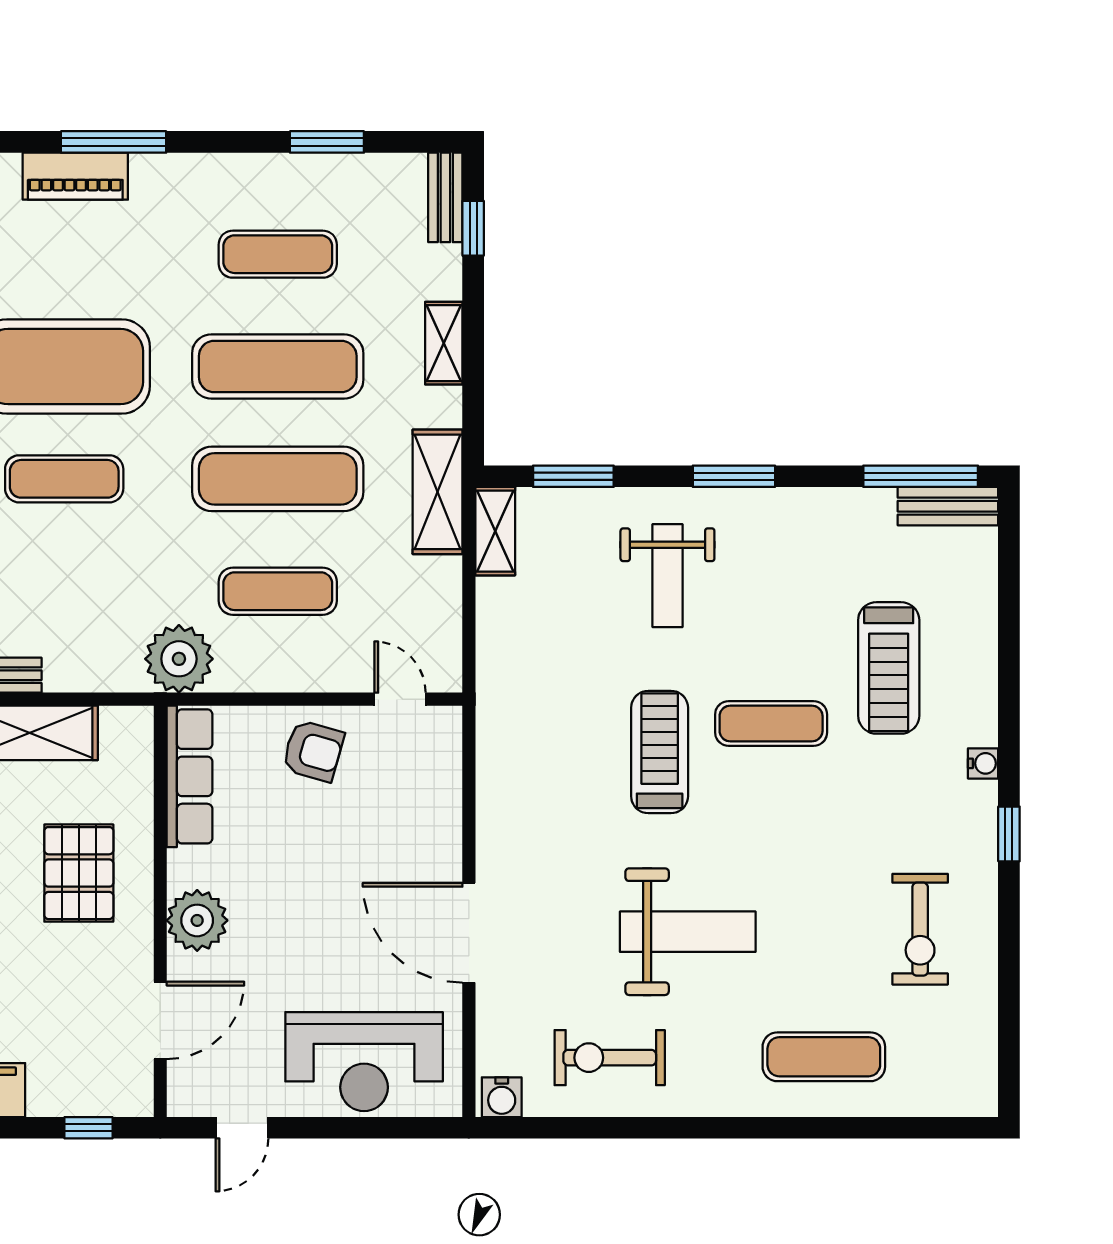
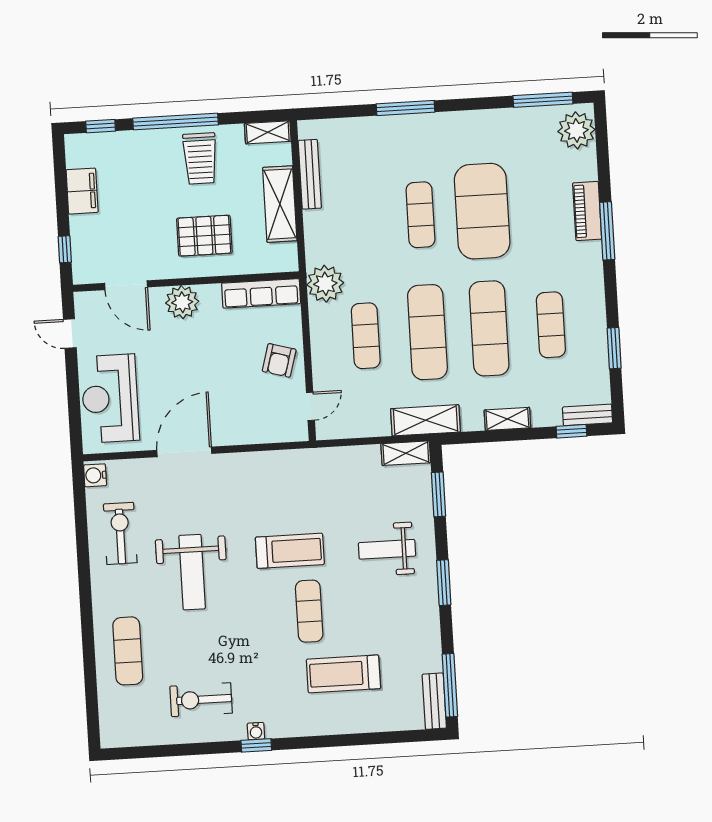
water cooler: (983, 763) -> (256, 731), moved

